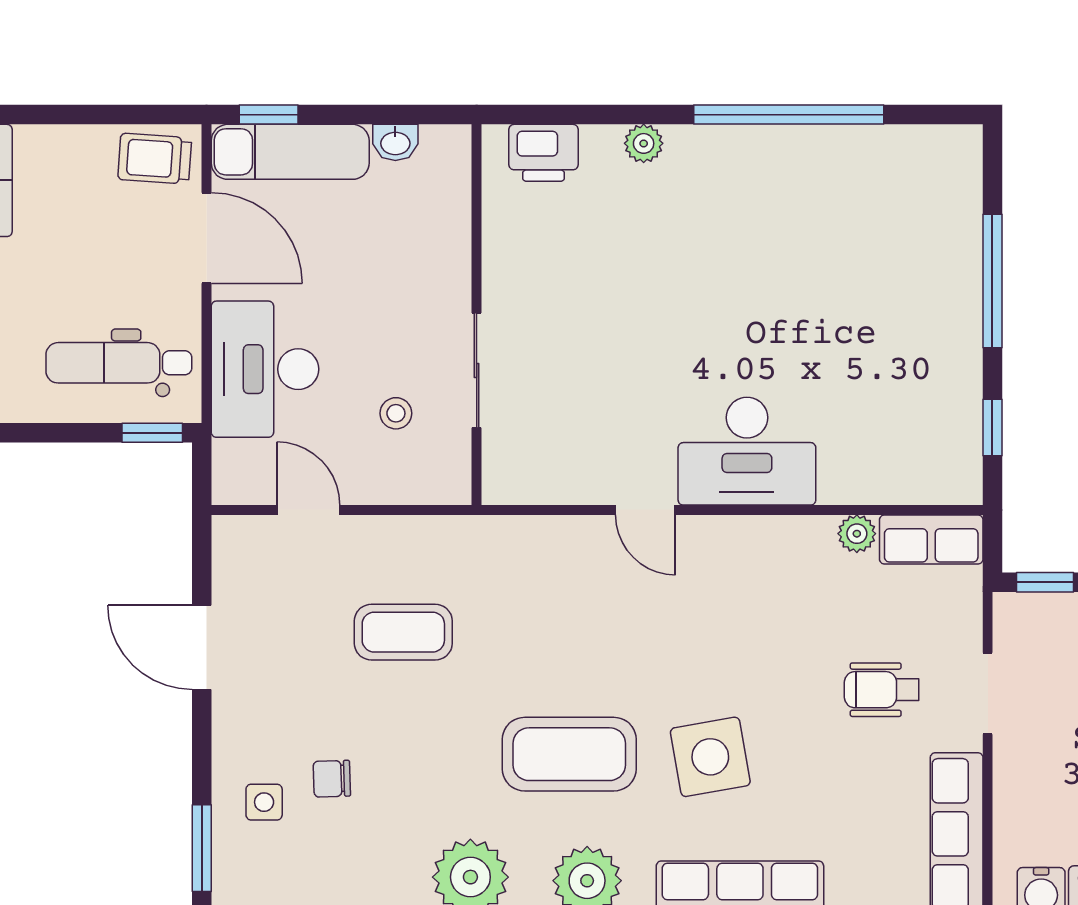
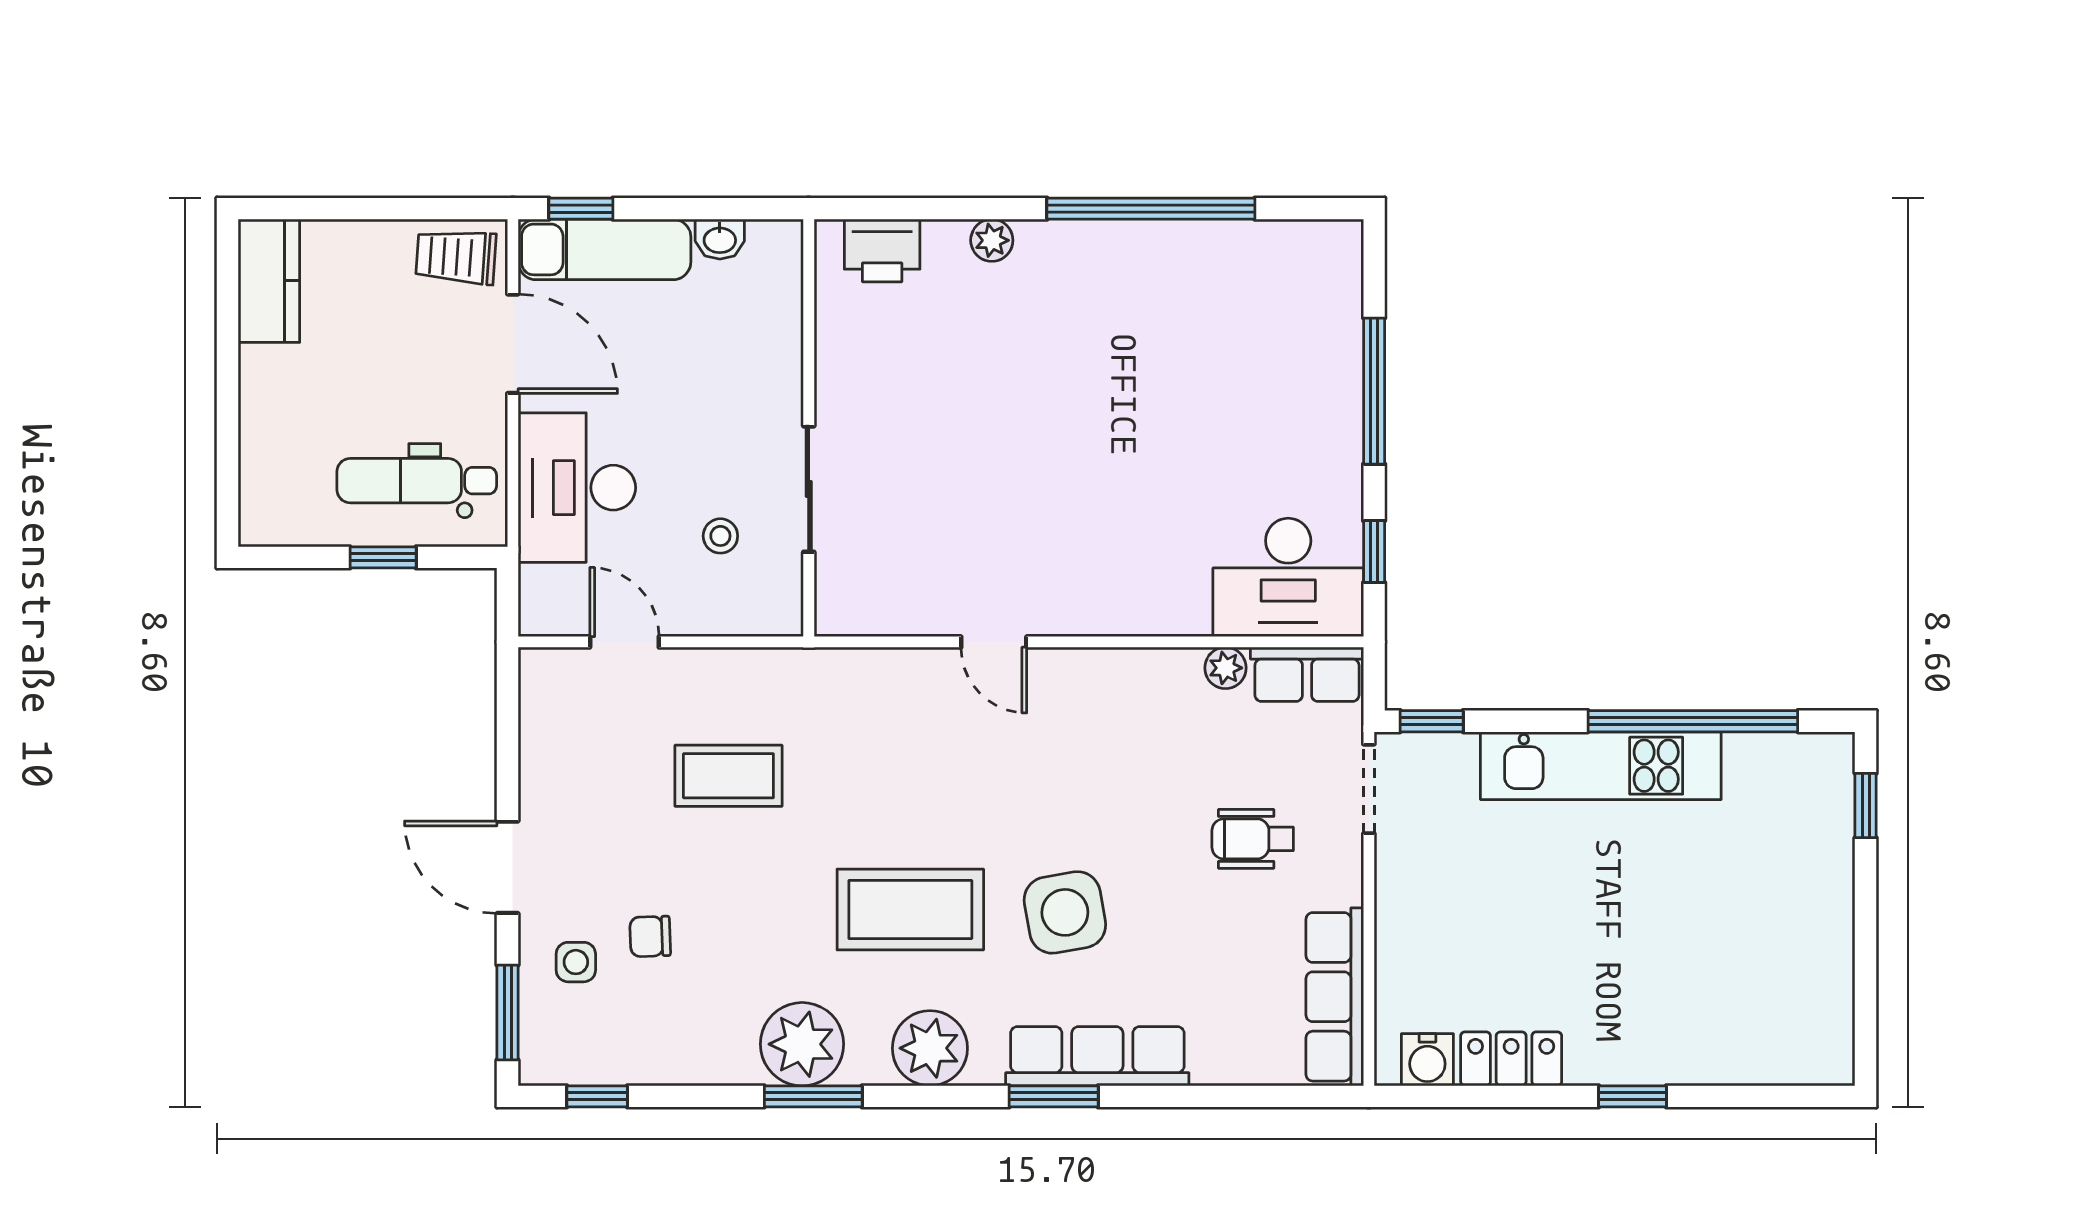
window: (152, 433) -> (383, 557), moved
desk: (747, 451) -> (1288, 577), moved
door: (202, 647) -> (508, 867), moved
doorway: (988, 694) -> (1369, 789), moved

